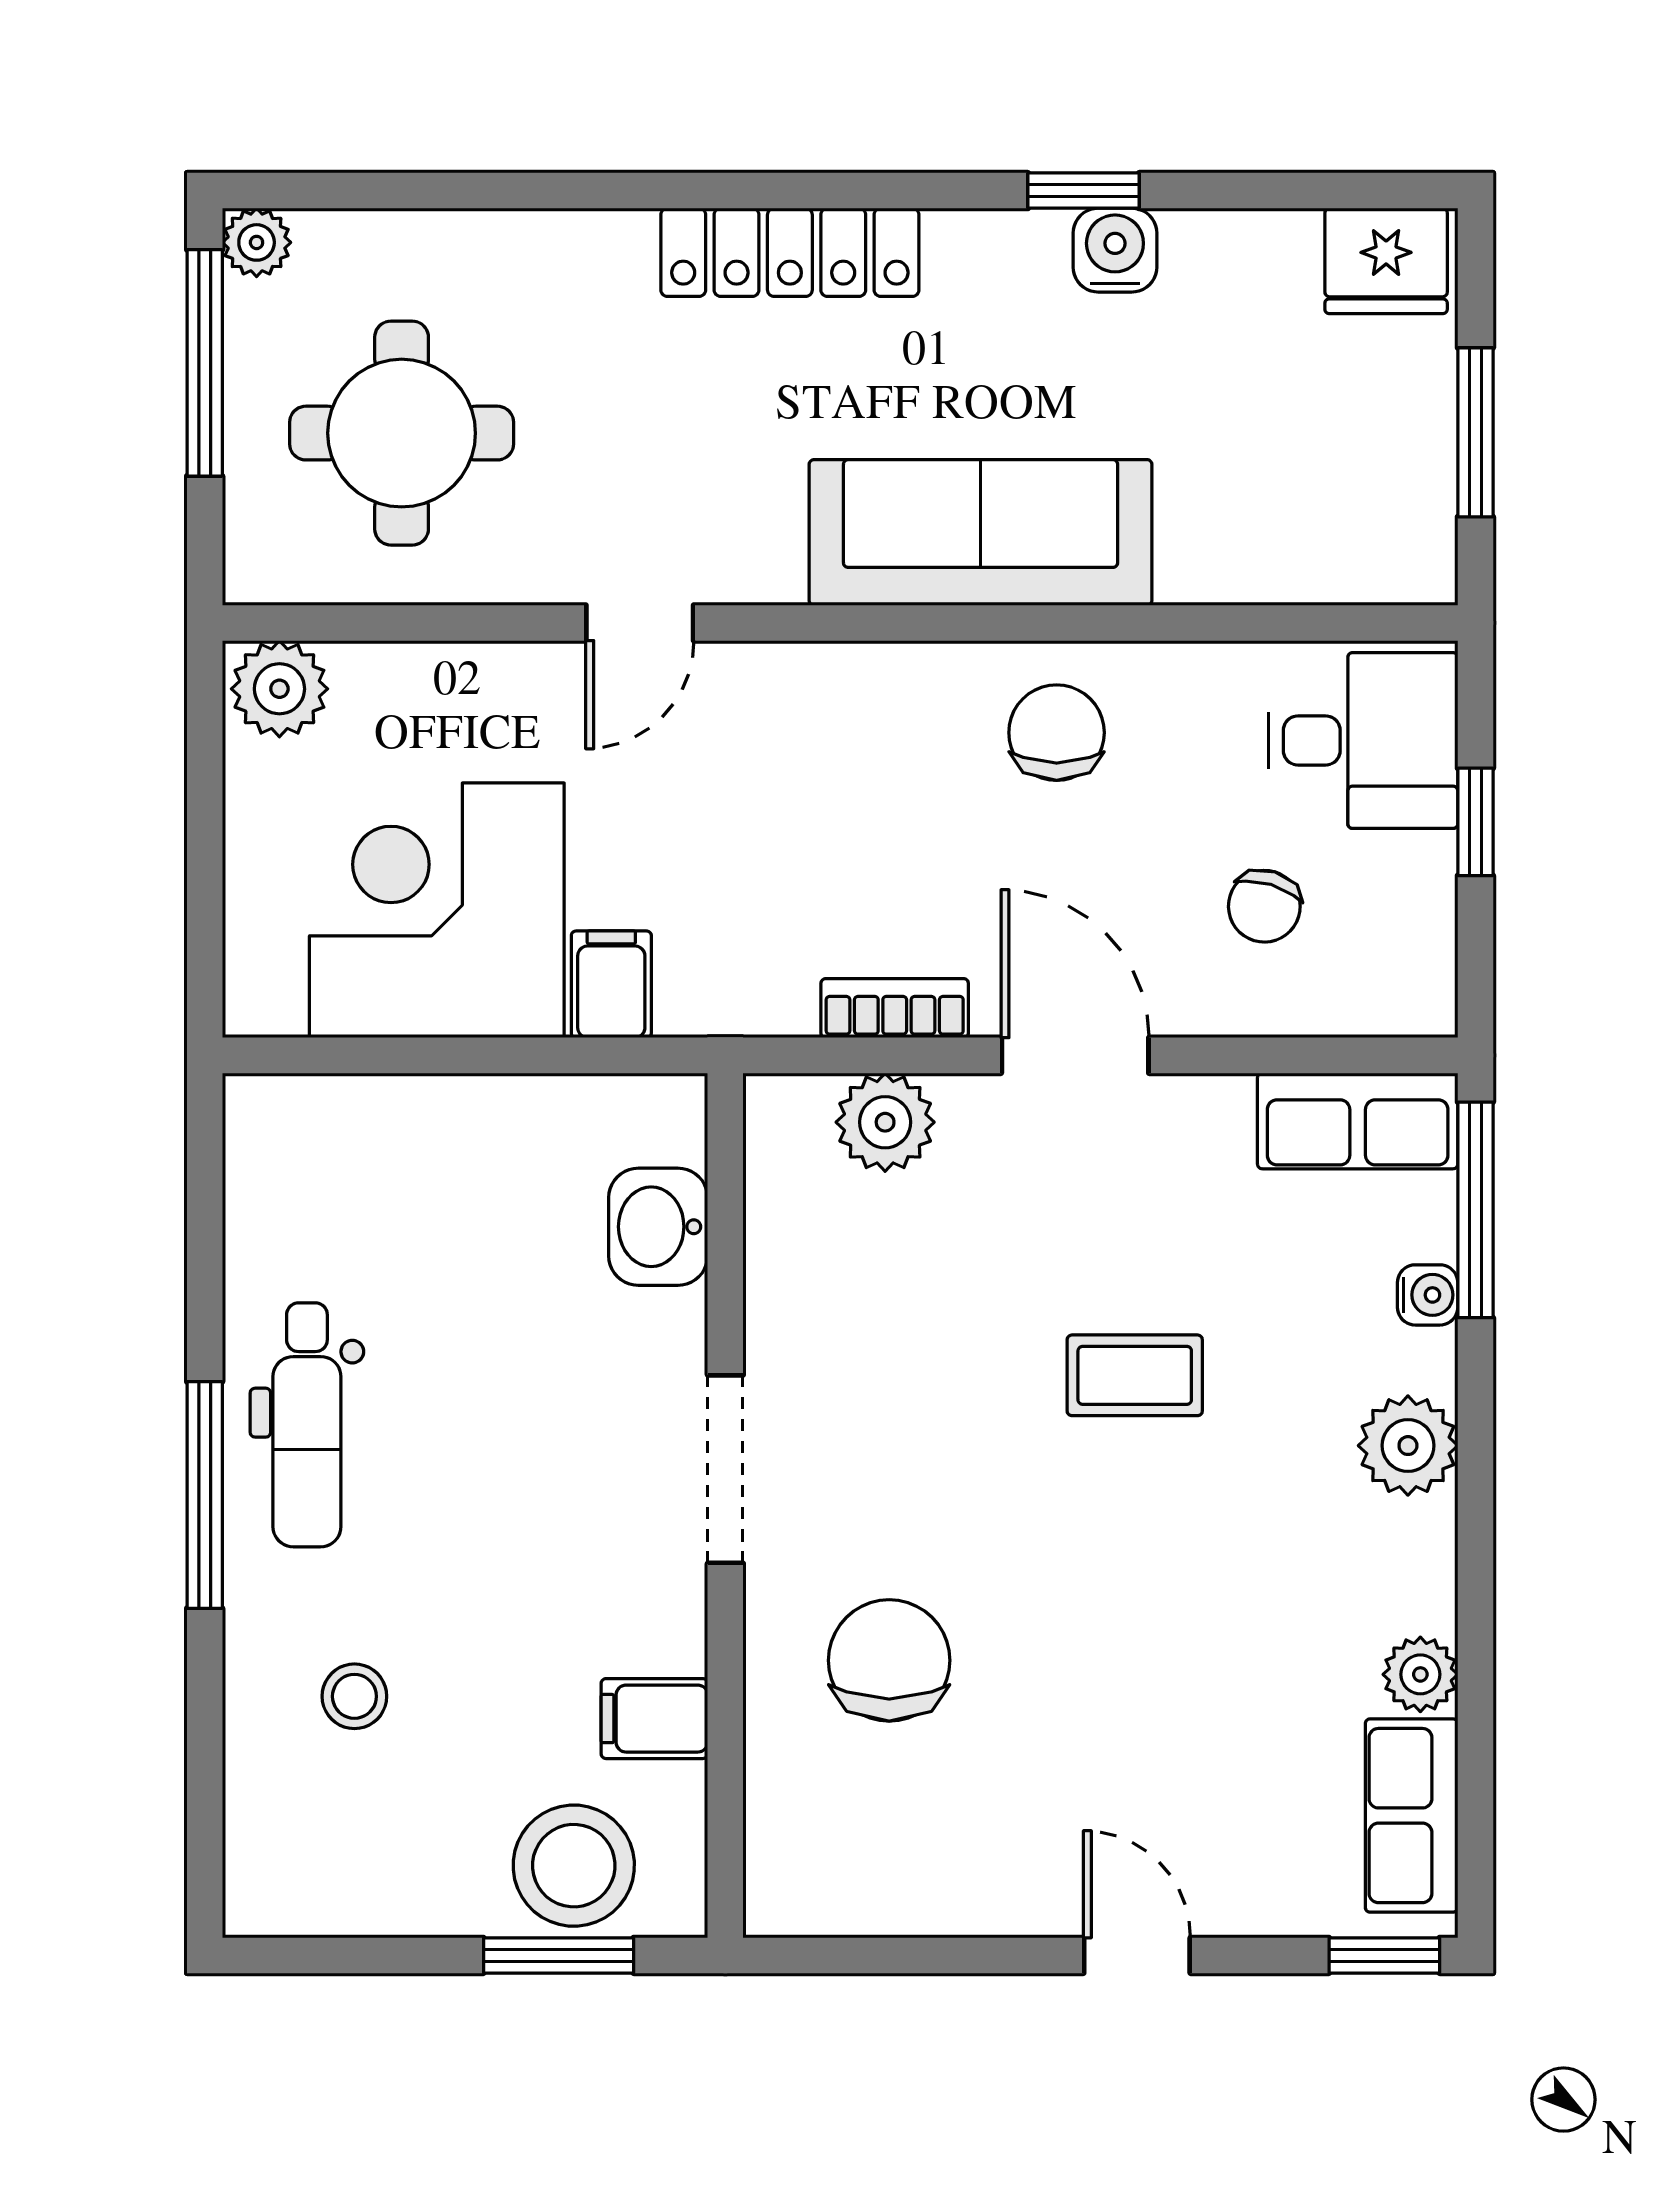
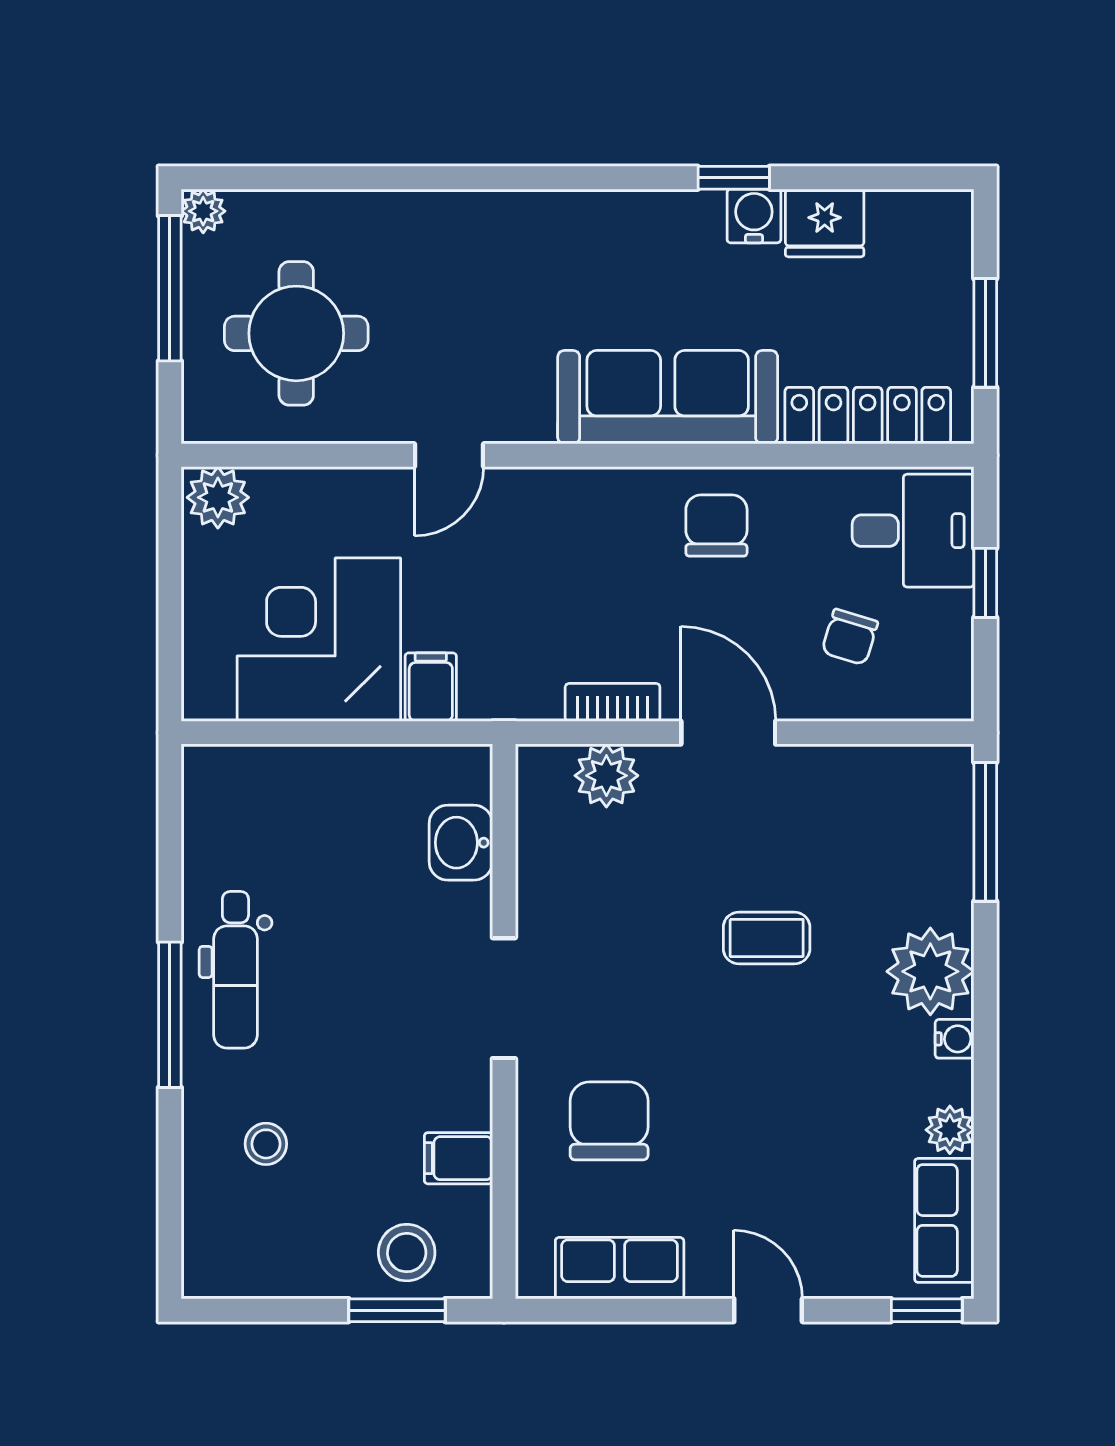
locker: (790, 252) -> (868, 416), moved, turned 180
fridge: (1386, 261) -> (825, 223), moved
row of seats: (1358, 1121) -> (620, 1268), moved, turned 180
water cooler: (1428, 1295) -> (955, 1039), moved
plant: (1408, 1446) -> (930, 971), width x1.36, depth x1.36
stool: (574, 1866) -> (407, 1253), width x0.73, depth x0.73

